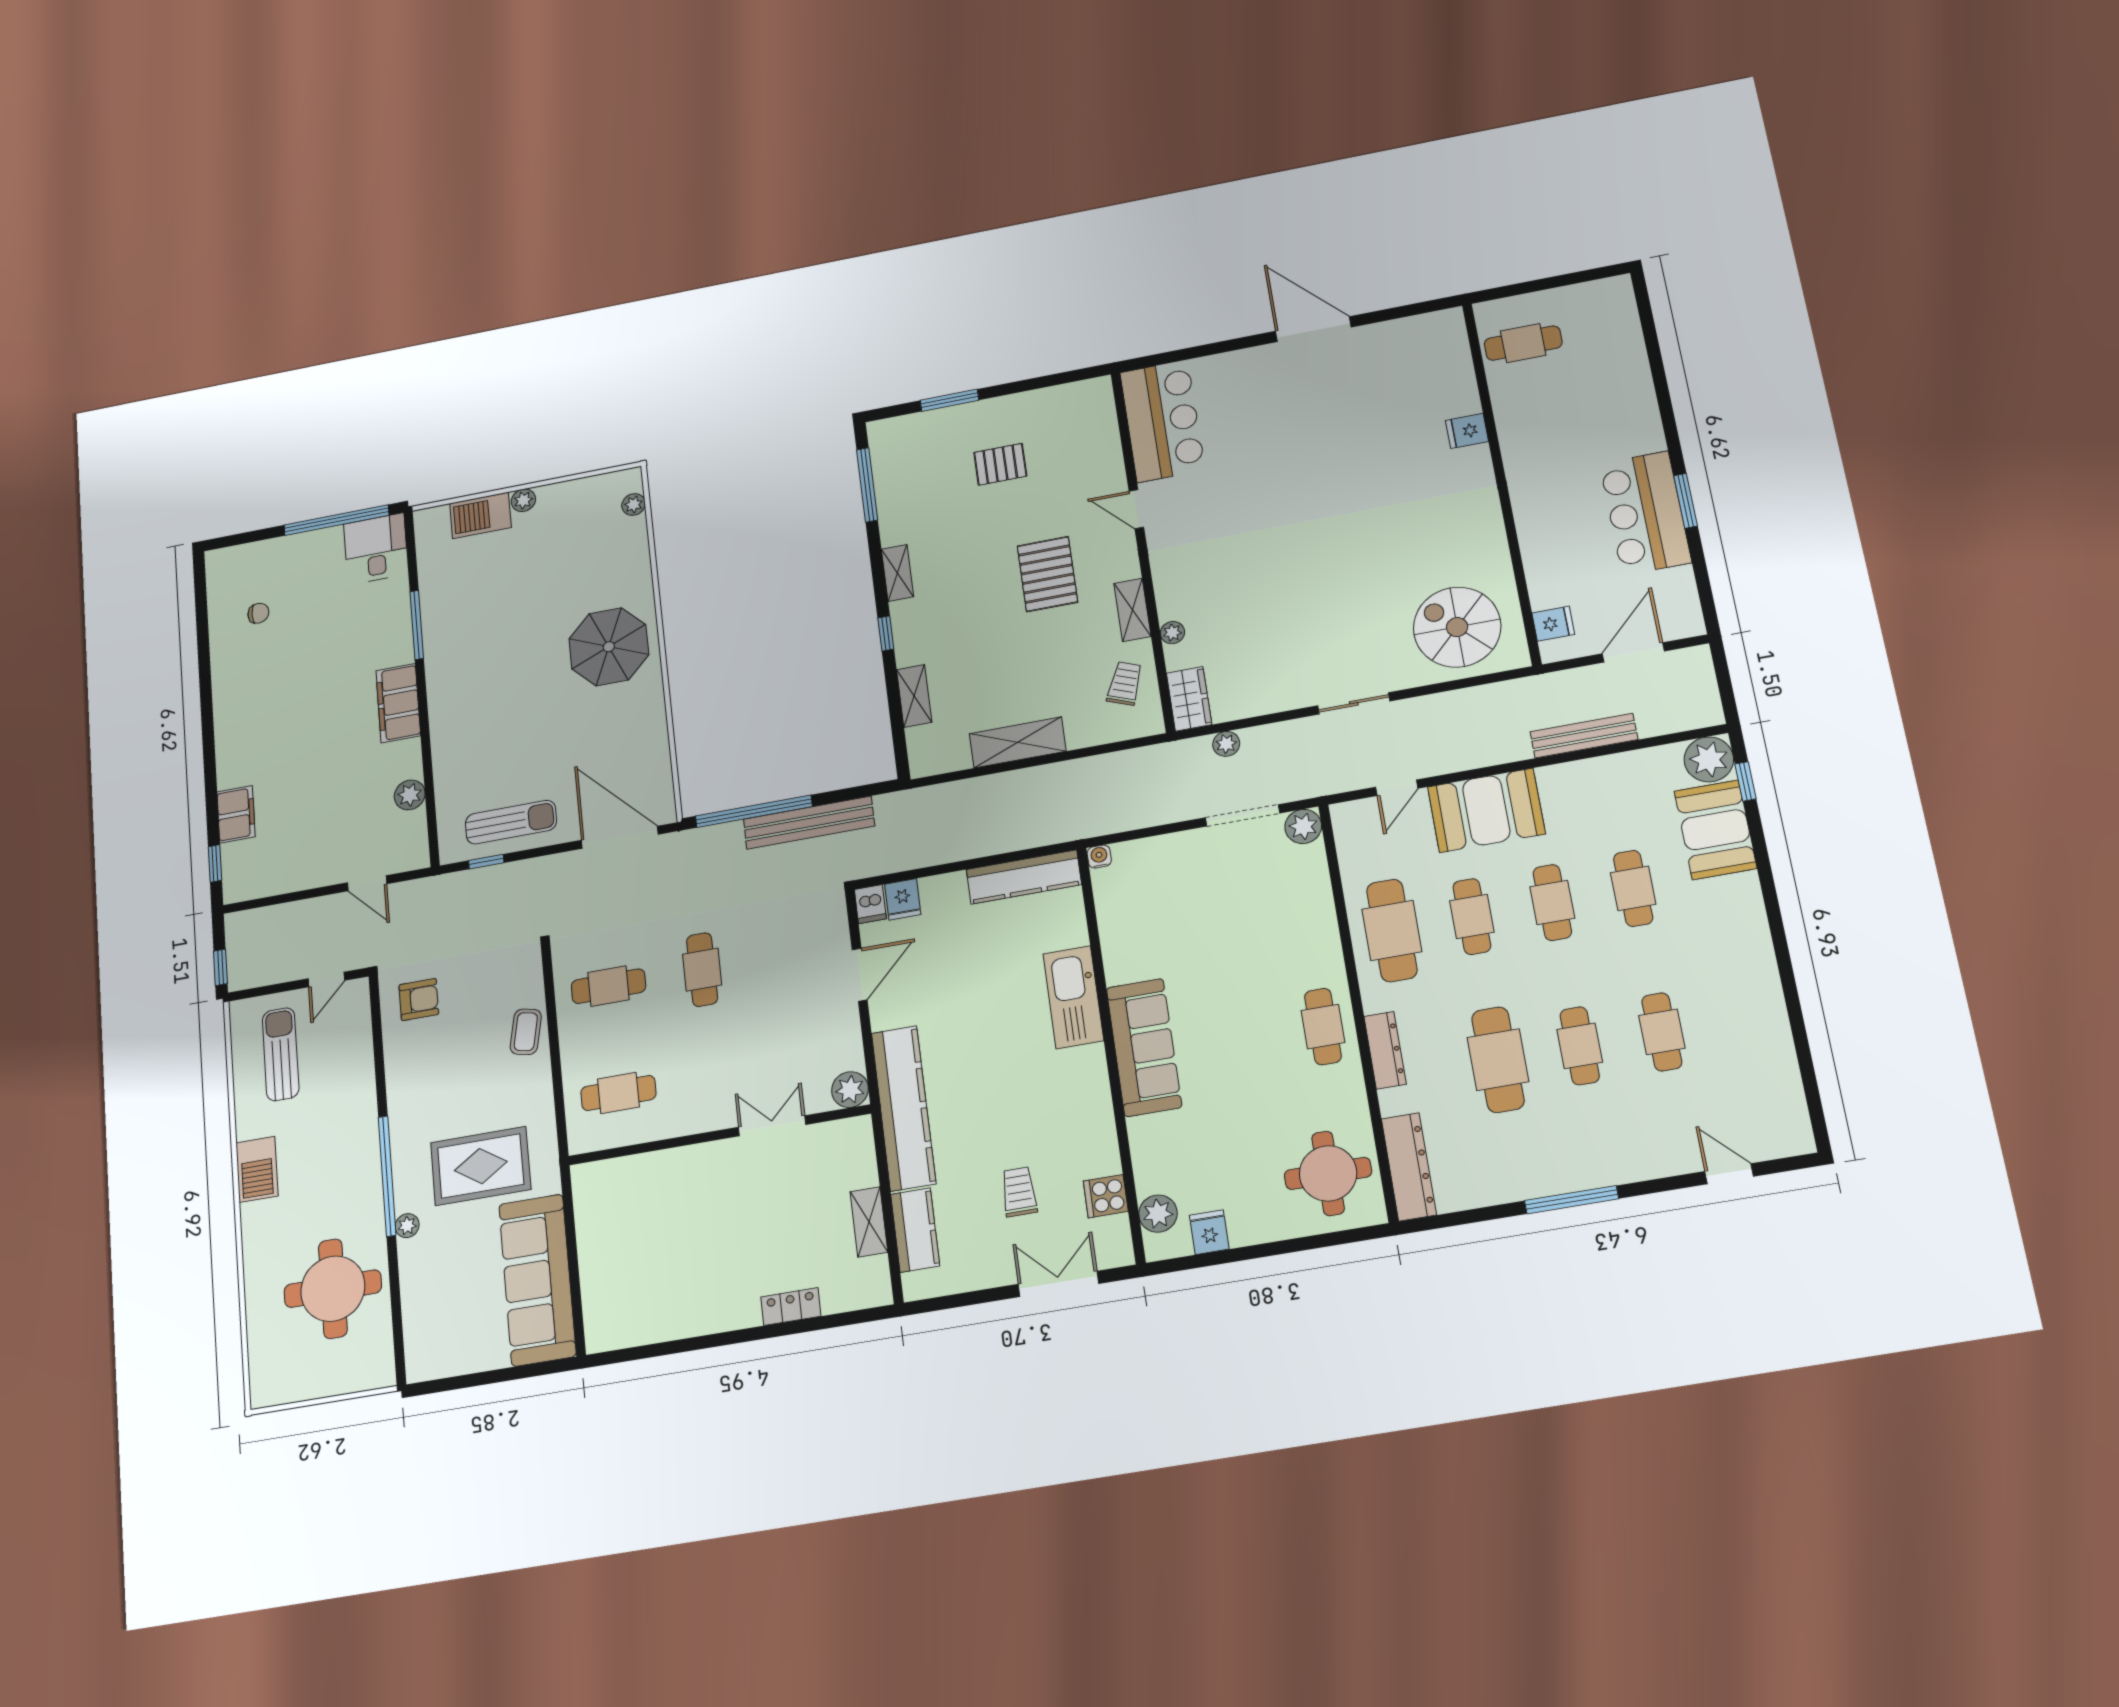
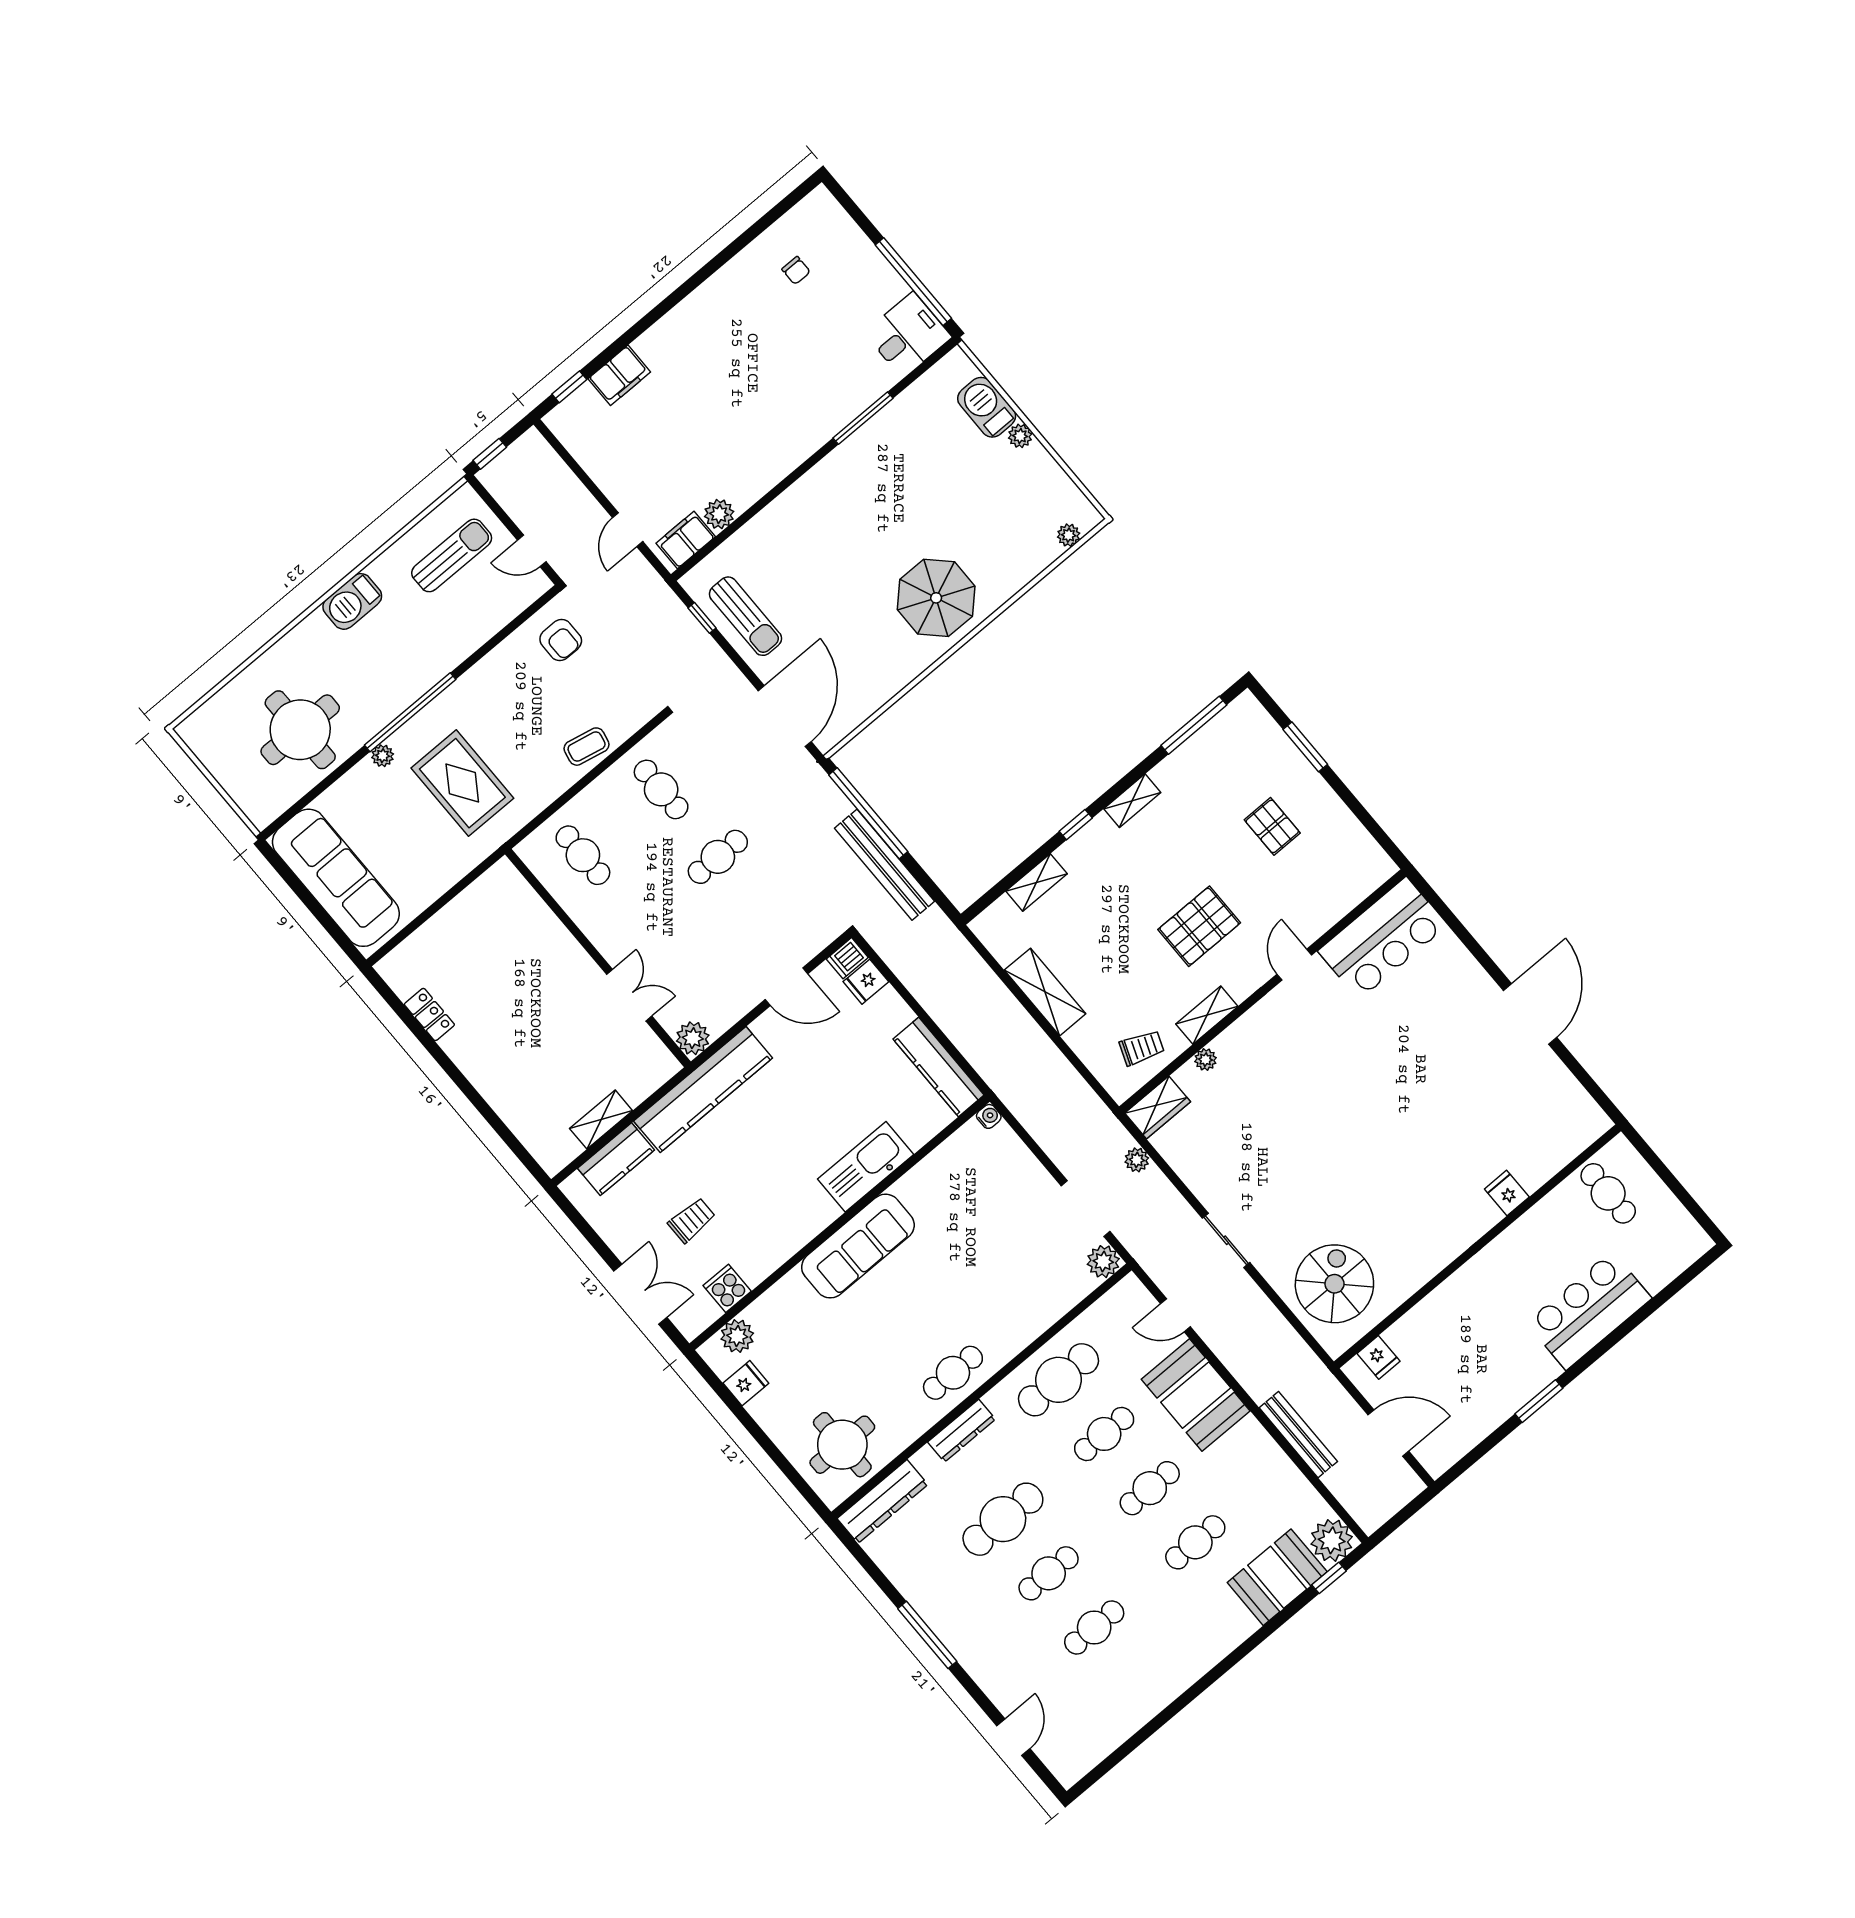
bar counter: (1645, 513) -> (1589, 1310), moved
filing cabinet: (398, 703) -> (686, 540), moved, width x0.67, depth x0.86
sofa: (537, 1280) -> (336, 878), moved, turned 90
locker: (791, 1307) -> (429, 1015), moved

